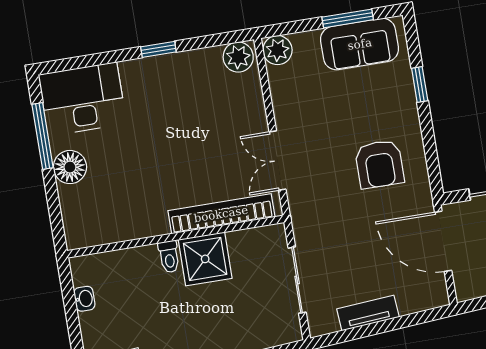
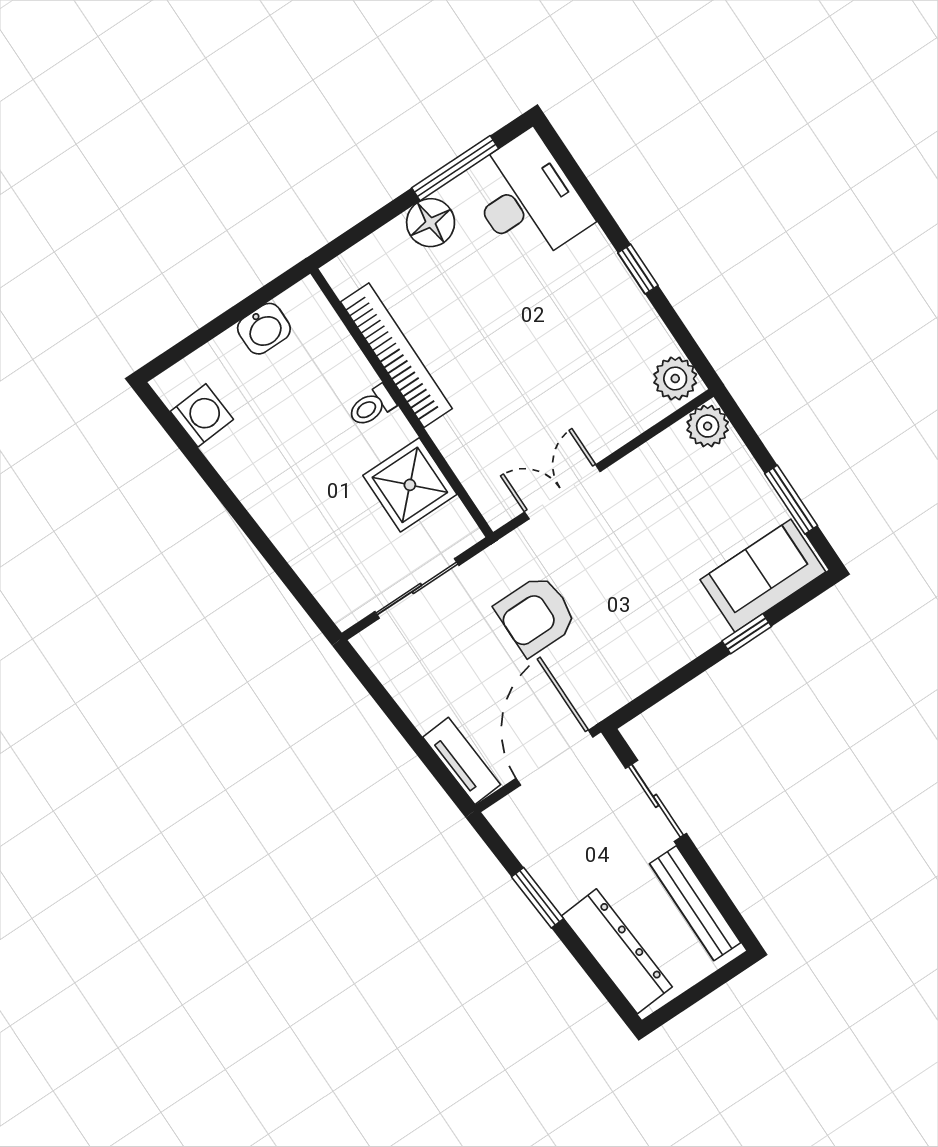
sofa: (360, 44) -> (763, 576), moved, turned 90
armchair: (379, 164) -> (536, 615), moved
bookcase: (221, 214) -> (396, 355), moved
shower: (205, 259) -> (410, 485), moved
washbasin: (84, 299) -> (264, 329), width x1.38, depth x1.45
tv unit: (368, 313) -> (462, 761), moved

